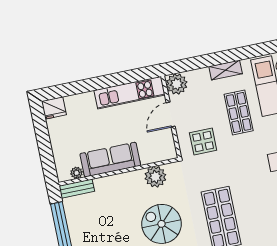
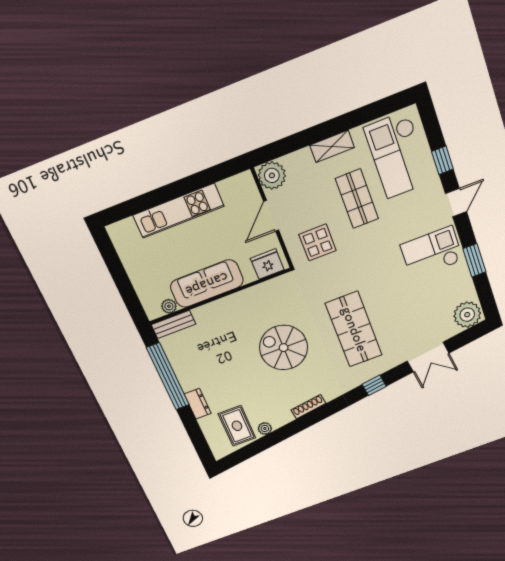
kitchen unit: (129, 93) -> (178, 211), moved
fridge: (54, 108) -> (267, 264), moved, turned 180
plant: (155, 177) -> (266, 295), removed

